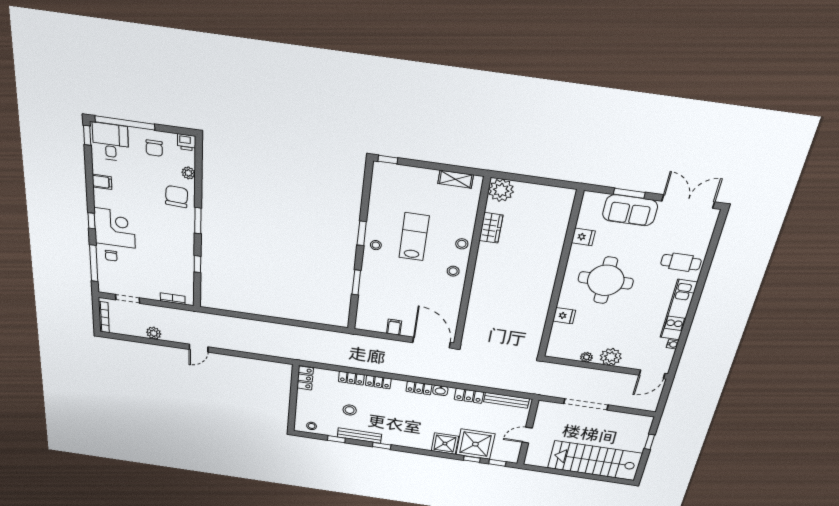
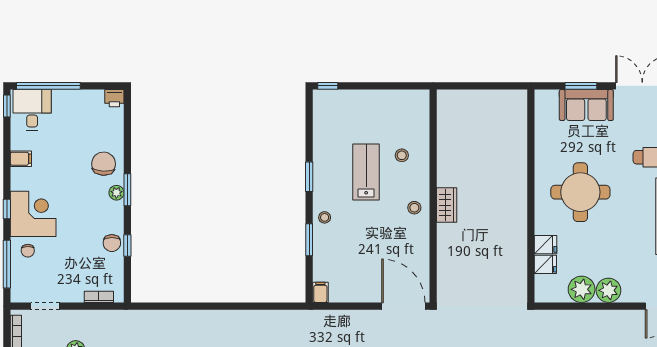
chair: (154, 148) -> (112, 243), moved
plant: (188, 173) -> (116, 193), moved
shelving: (456, 179) -> (401, 97), removed
plant: (501, 190) -> (450, 103), removed
wardrobe: (491, 228) -> (447, 205), moved
fridge: (583, 237) -> (545, 264), moved
stool: (462, 244) -> (402, 155), moved
stool: (376, 245) -> (325, 217), moved
filing cabinet: (394, 327) -> (320, 292), moved
plant: (586, 357) -> (582, 289), width x1.87, depth x1.87

